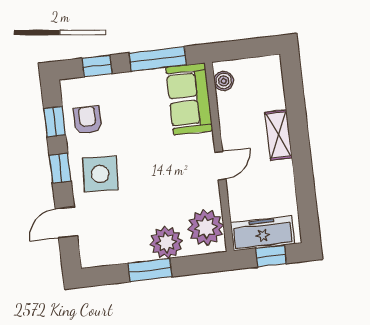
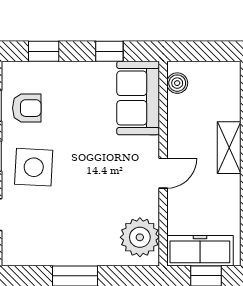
window: (158, 59) -> (109, 51), width x0.46
armchair: (88, 120) -> (27, 108), turned 90
plant: (166, 243) -> (96, 249), removed

